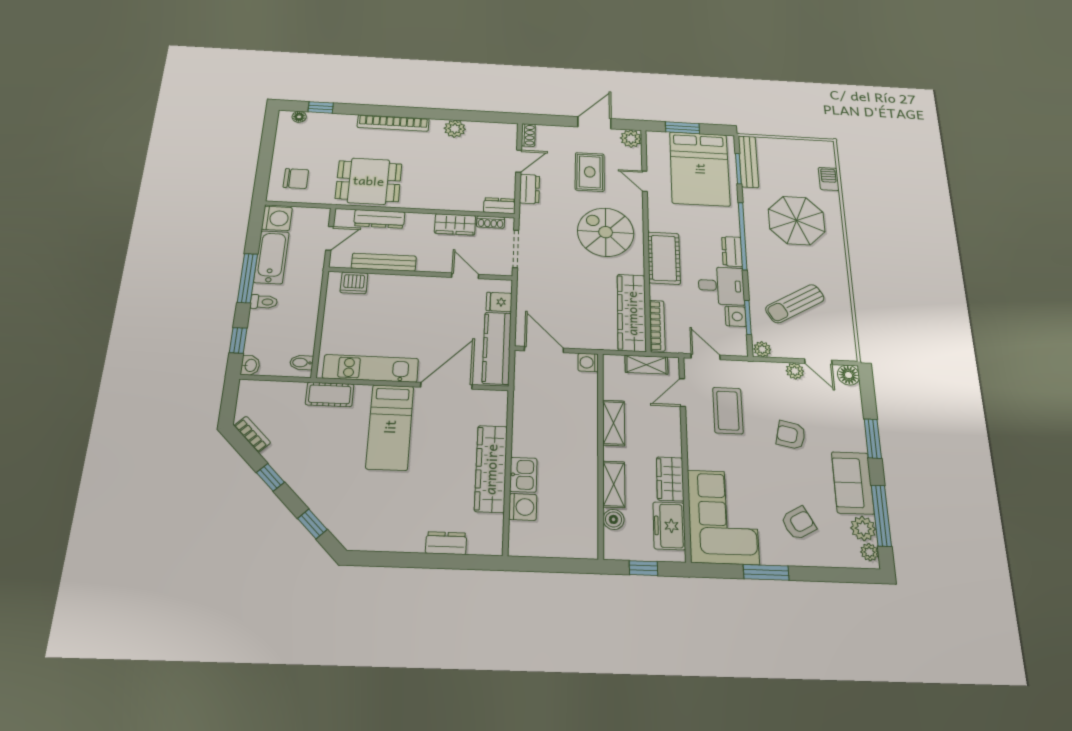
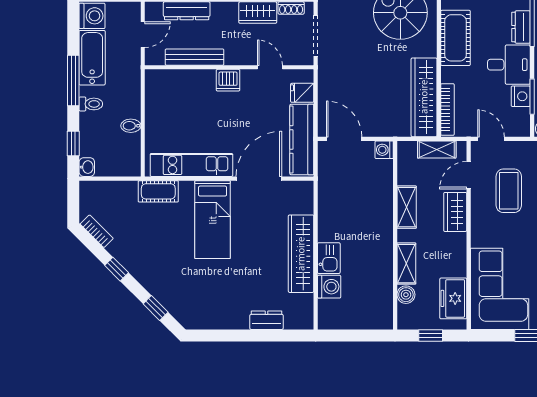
dishwasher: (354, 283) -> (228, 80), moved
bidet: (302, 363) -> (131, 126), moved
wardrobe: (670, 479) -> (455, 212), moved

